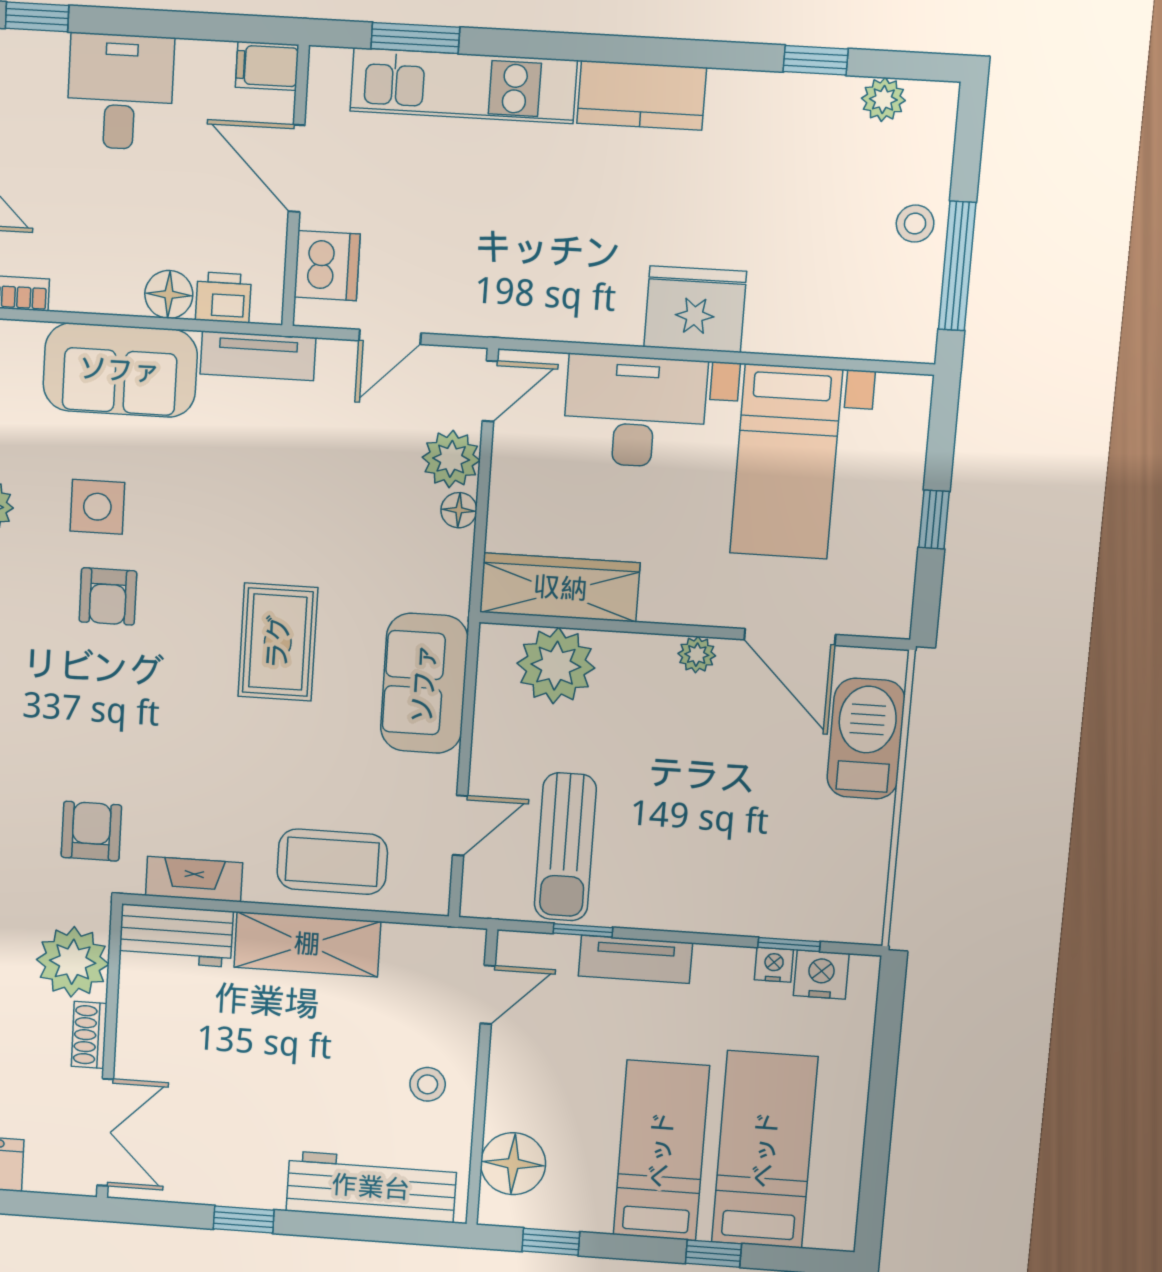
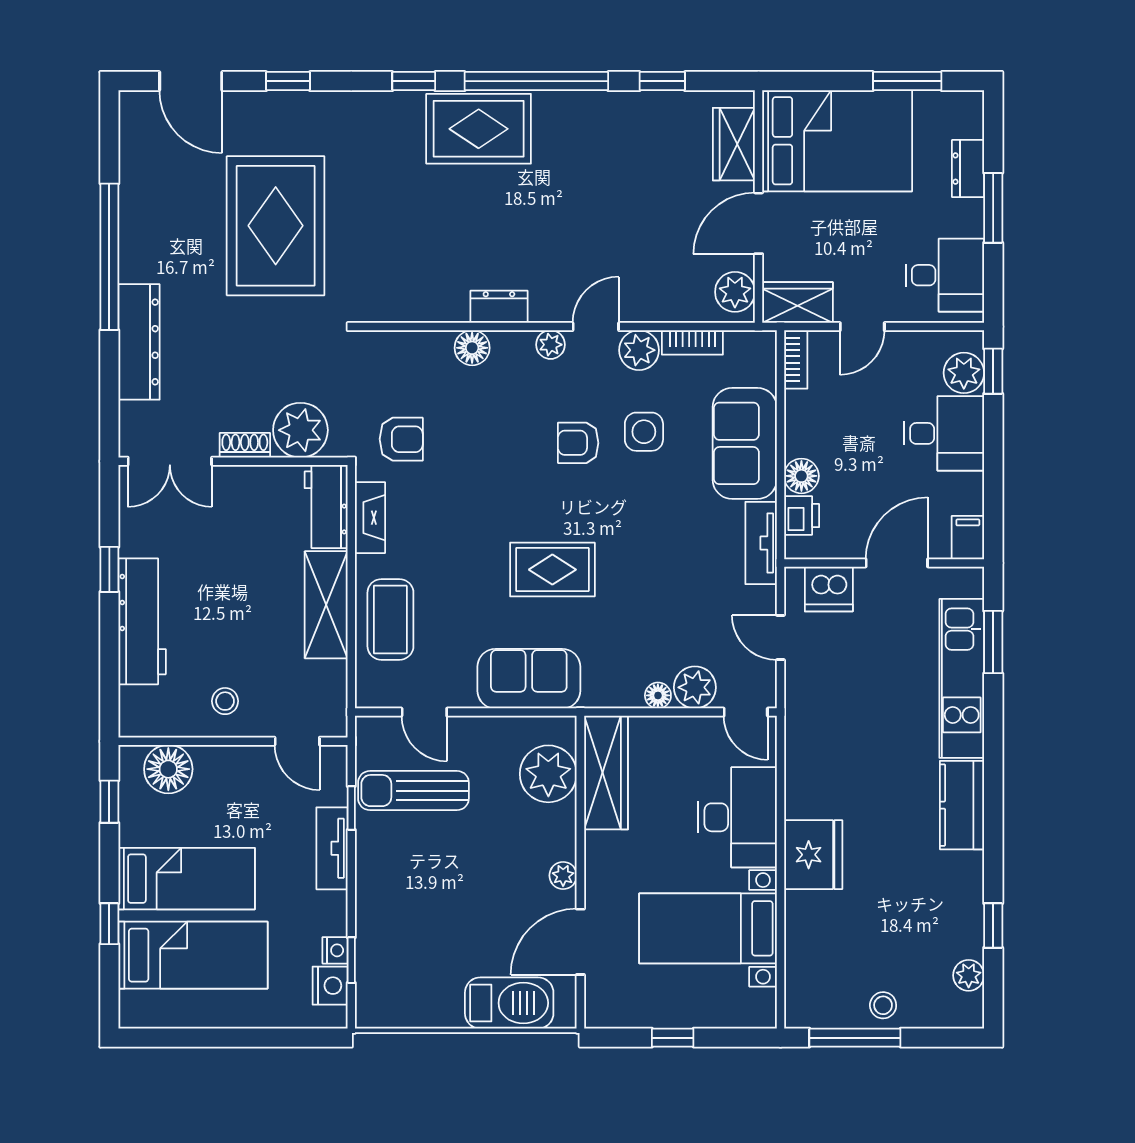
plant: (38, 59) -> (964, 373), added
workbench: (371, 1187) -> (142, 621), moved

